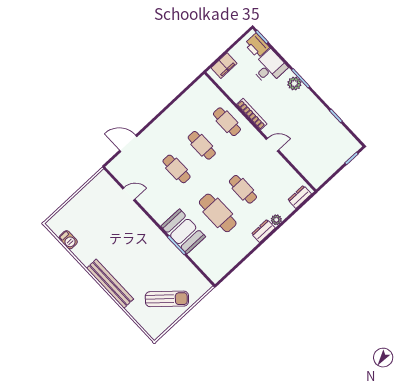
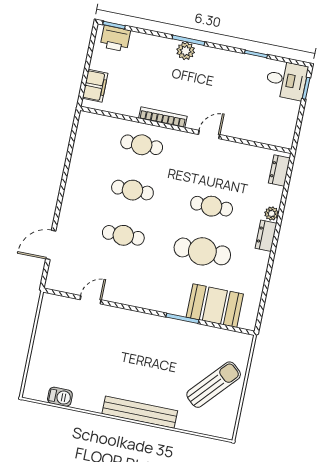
desk: (269, 67) -> (286, 80), moved, turned 90
booth: (183, 231) -> (215, 306), moved

